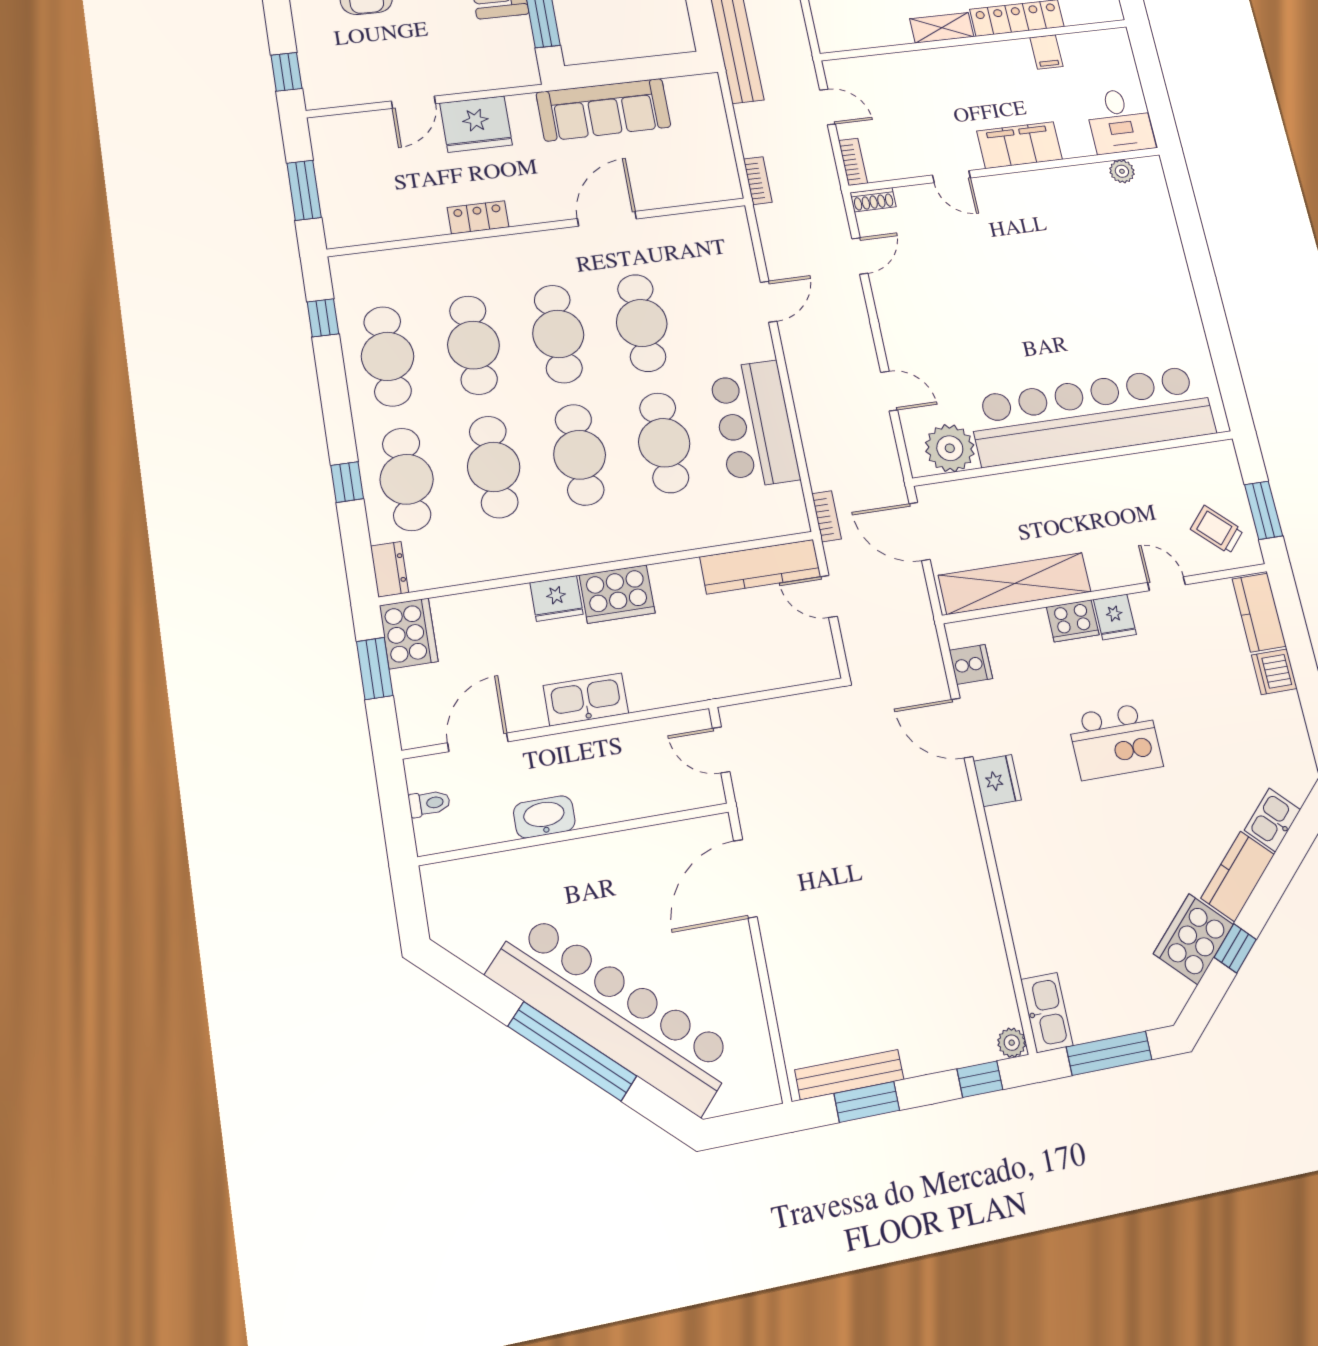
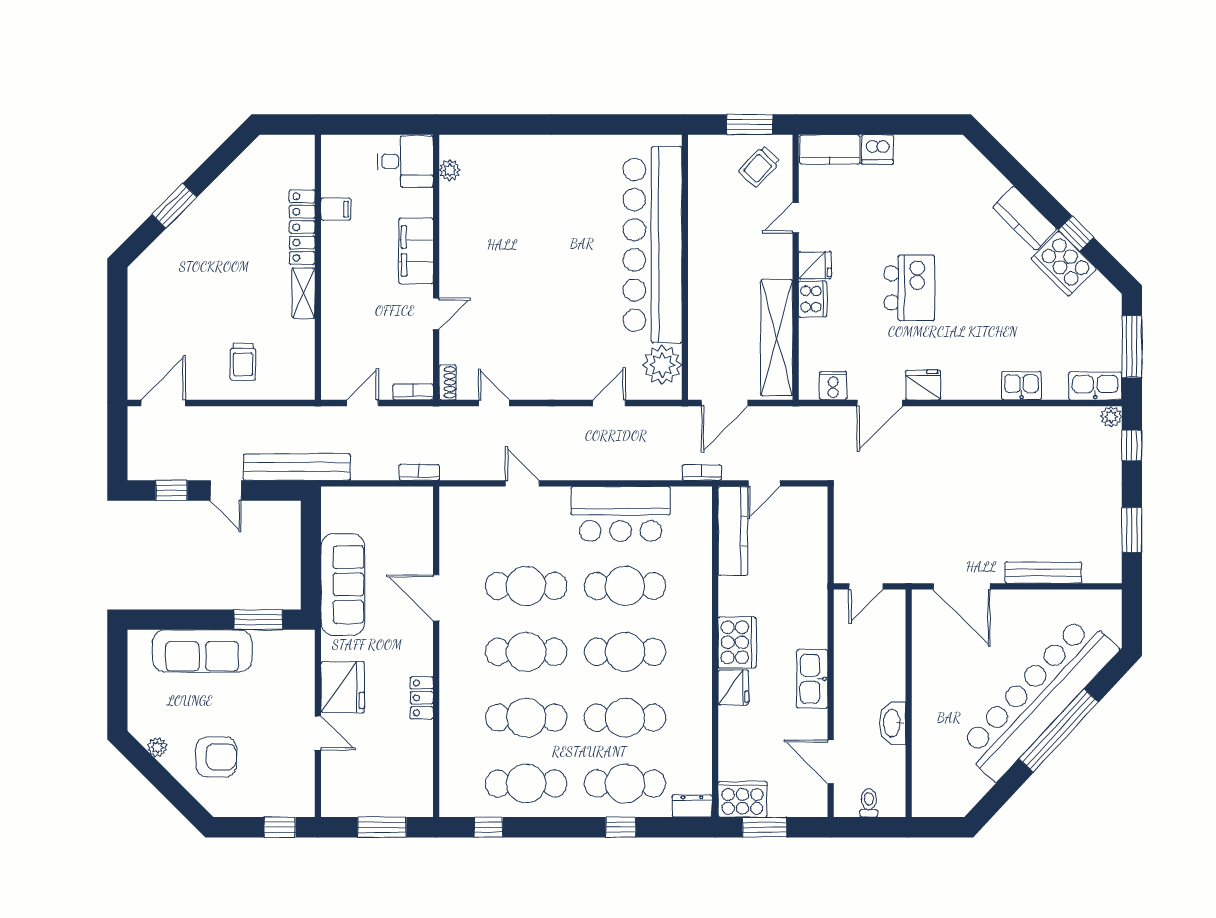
kitchen sink: (1272, 820) -> (1022, 386), moved, turned 135
bench: (849, 1075) -> (1043, 573), moved, turned 90

